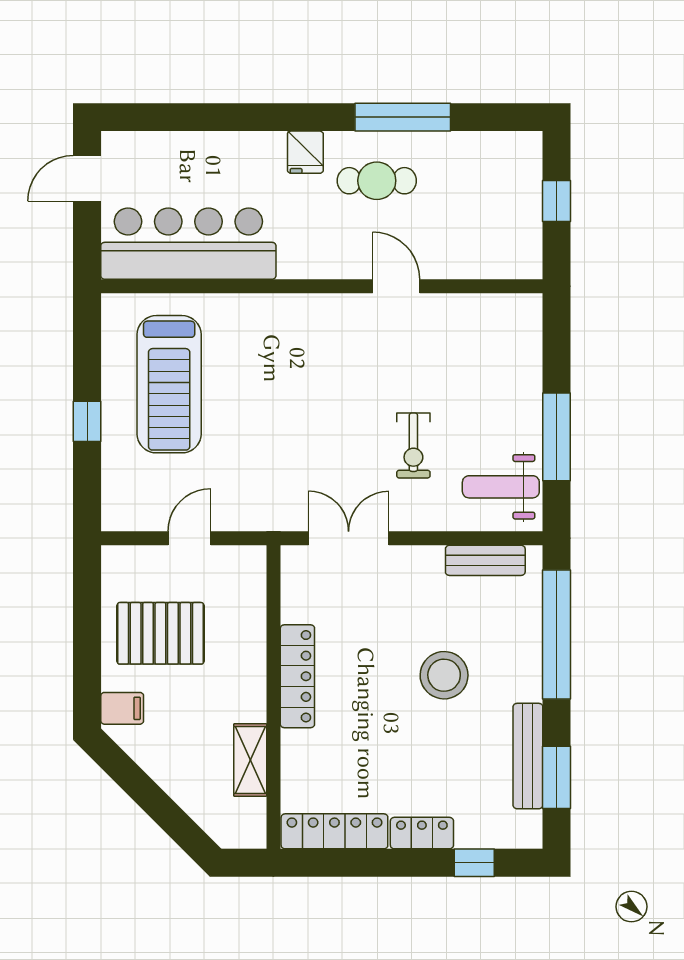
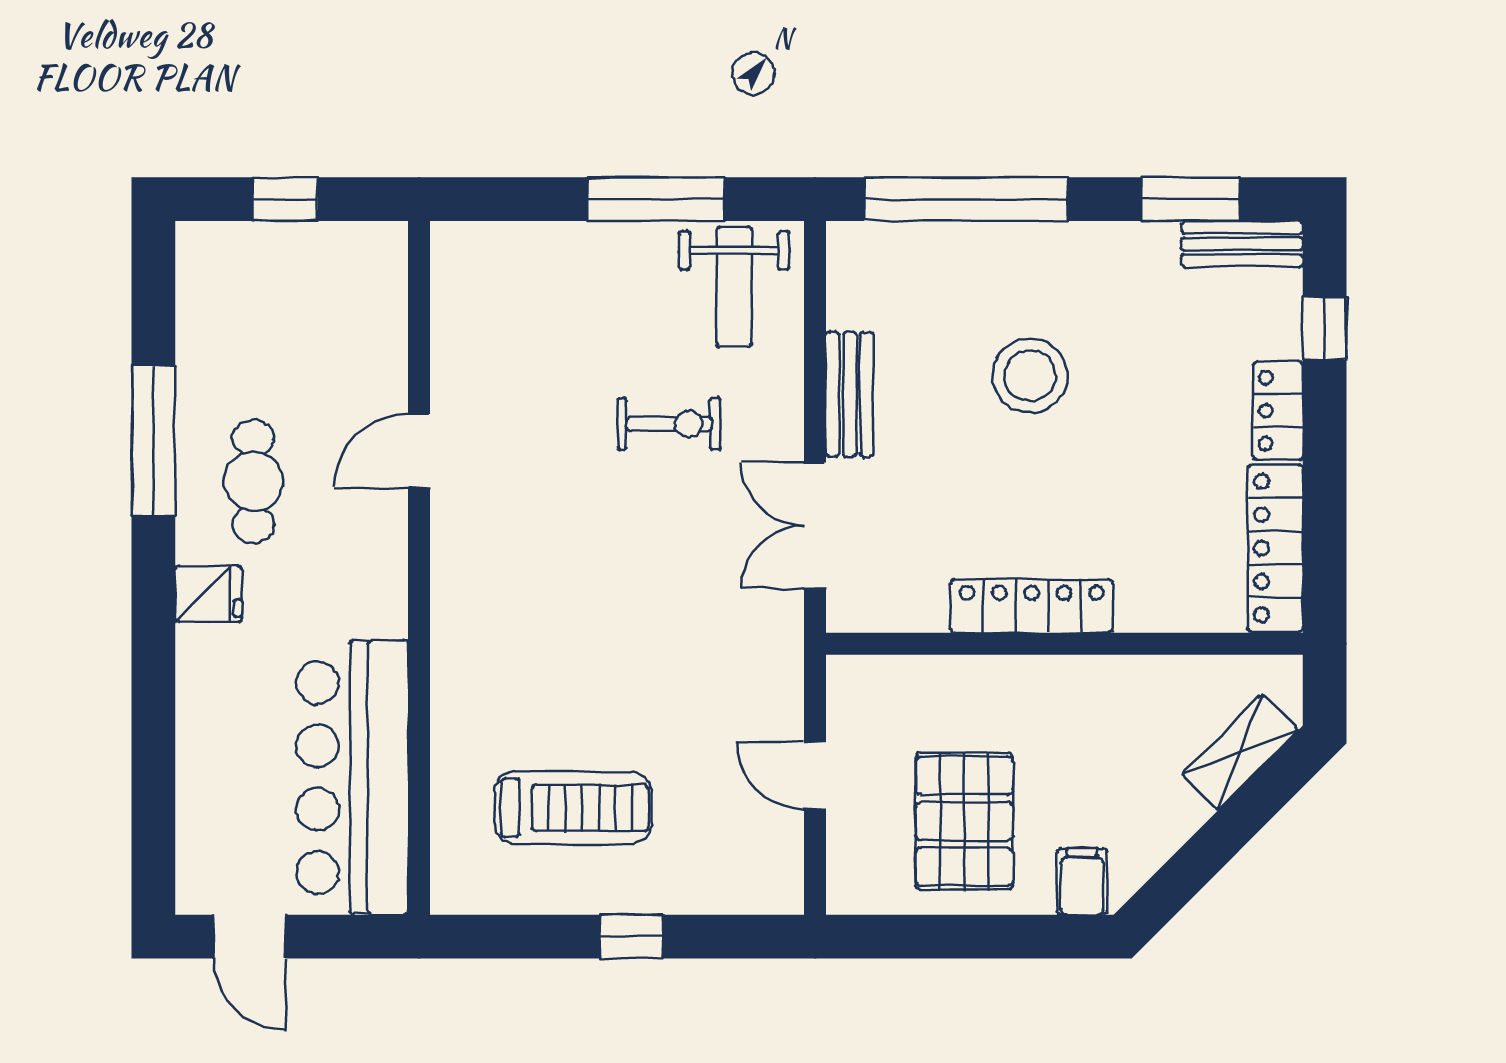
treadmill: (169, 384) -> (573, 808), width x0.73, depth x0.73
bench: (485, 560) -> (850, 394), moved
bench: (528, 756) -> (1242, 244), moved, width x0.73
shelving: (250, 760) -> (1240, 752), moved, turned -45

